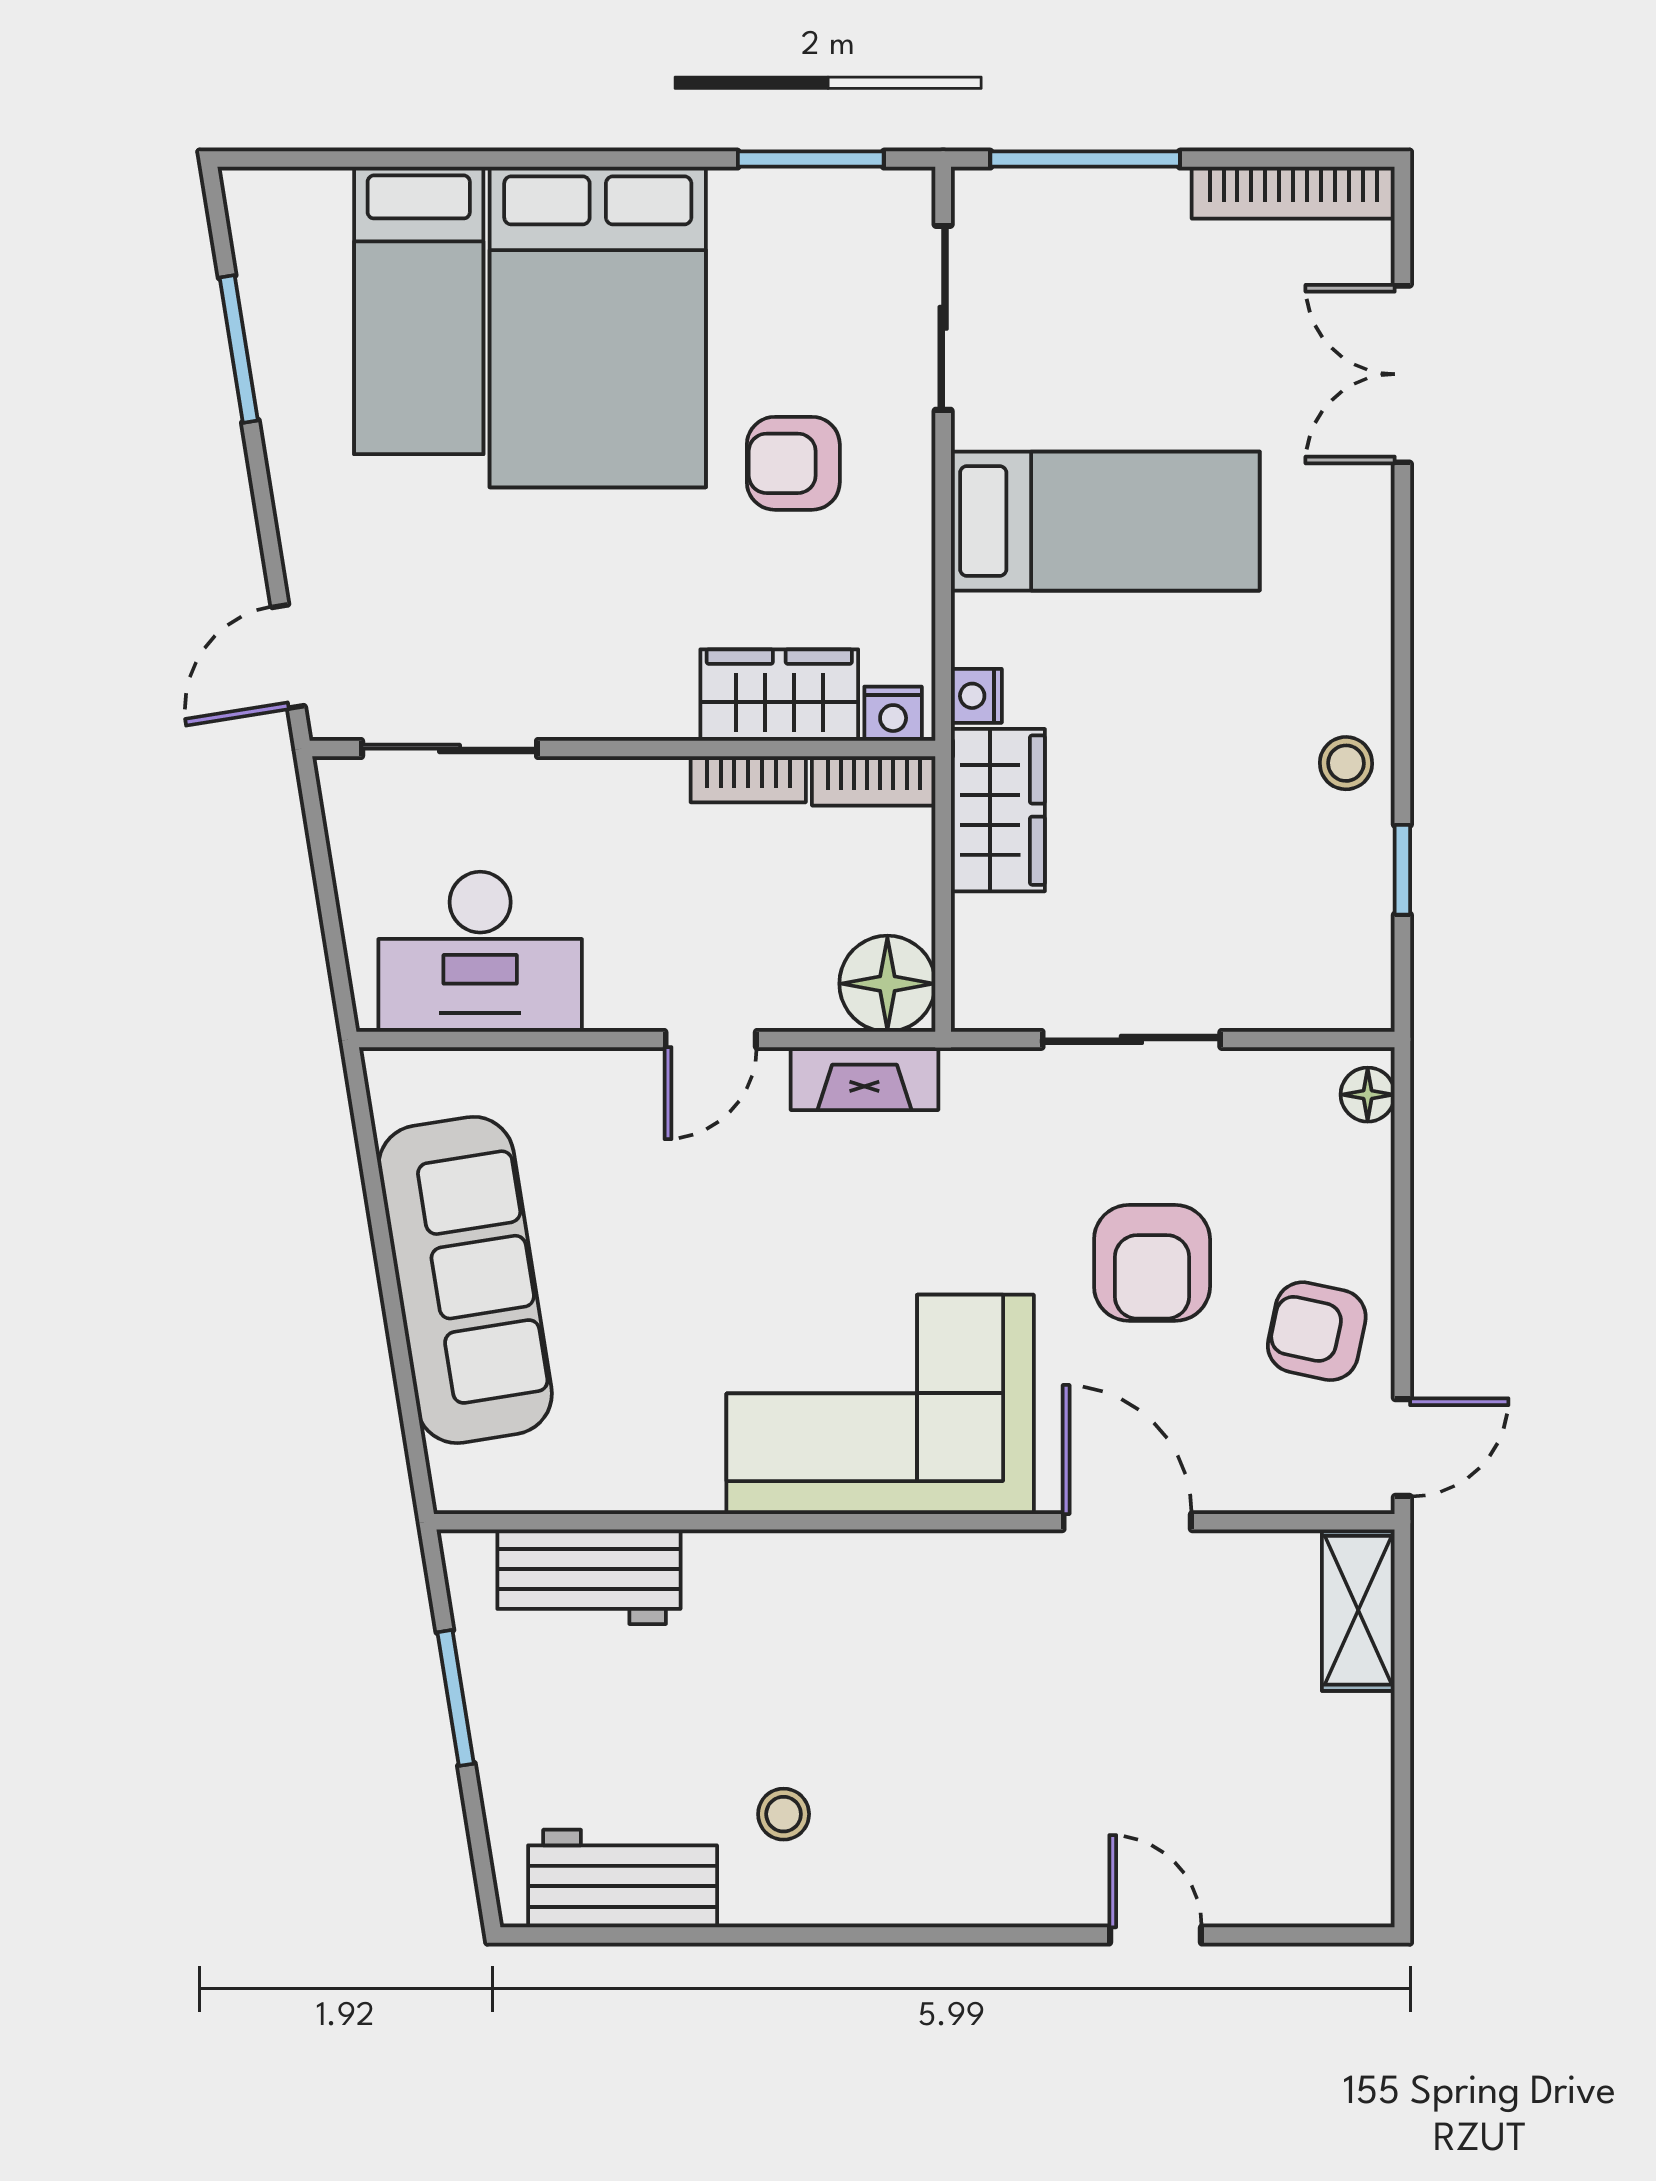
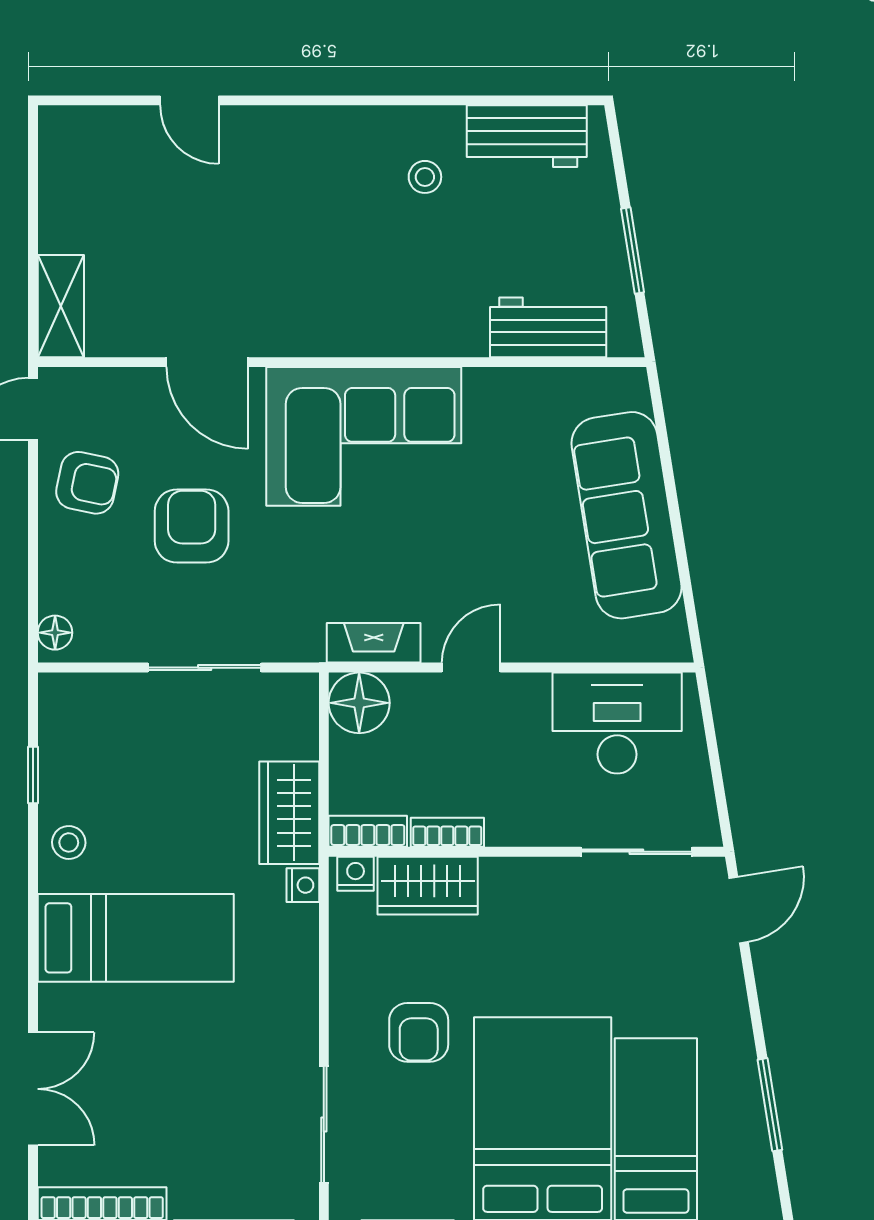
armchair: (793, 463) -> (419, 1032), turned 90
bed: (1105, 521) -> (136, 938), moved, turned 180

